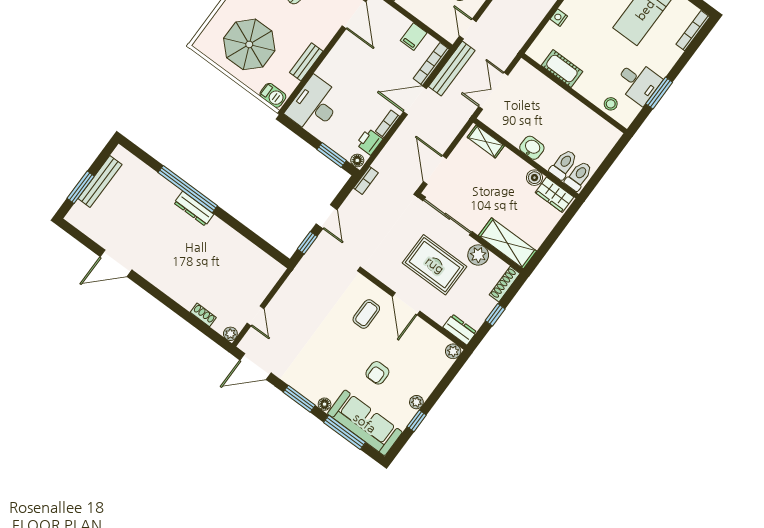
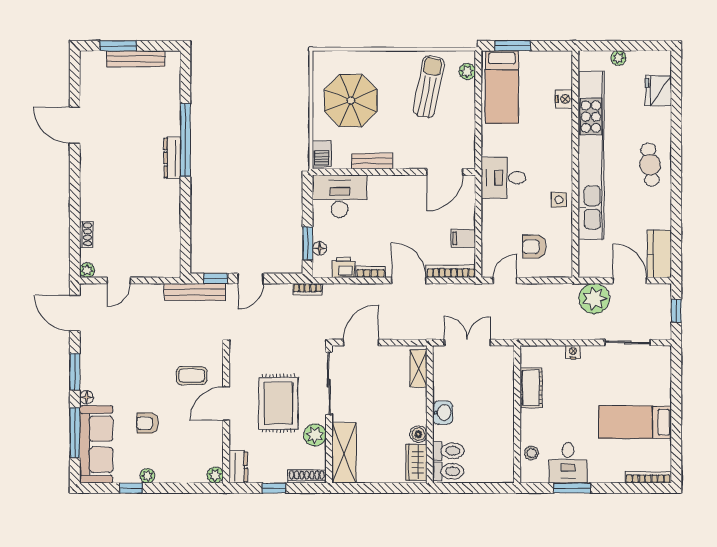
bench: (452, 69) -> (195, 292), moved
floor lamp: (357, 160) -> (319, 248), moved

